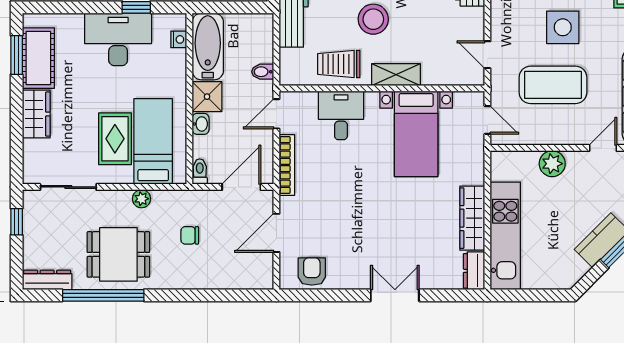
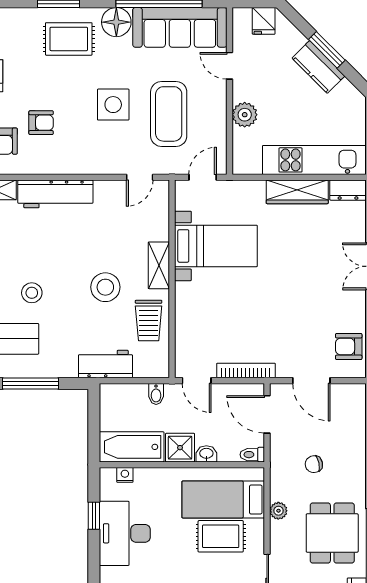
desk: (341, 115) -> (198, 318), removed
chair: (190, 235) -> (314, 464), turned 78

